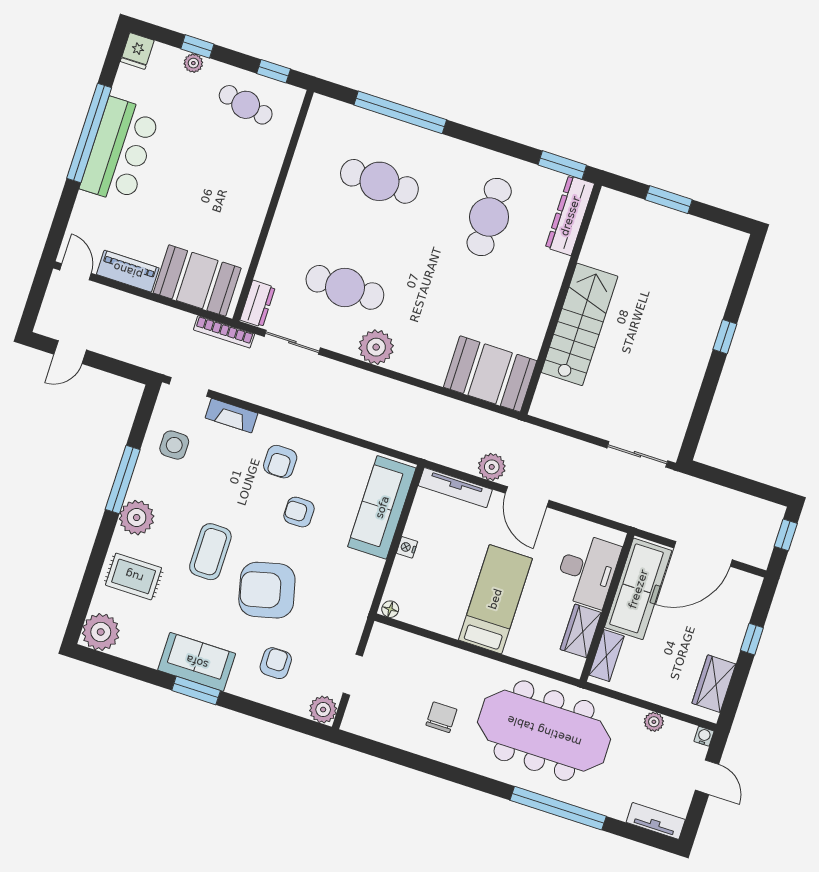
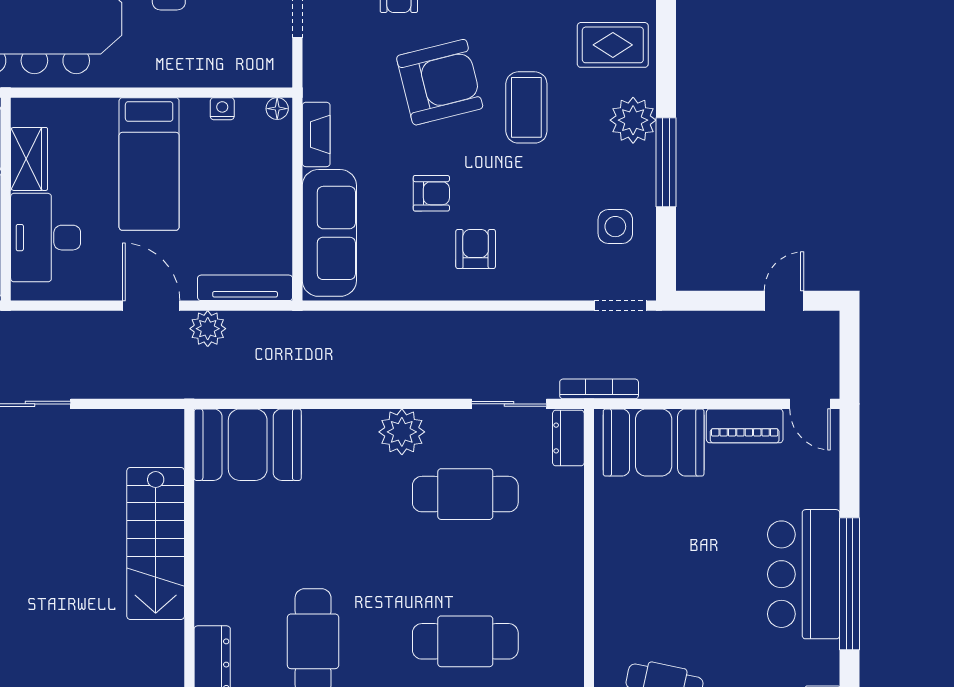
fireplace: (232, 416) -> (316, 134), moved, turned 90
nightstand: (407, 547) -> (222, 109), moved, turned -90

